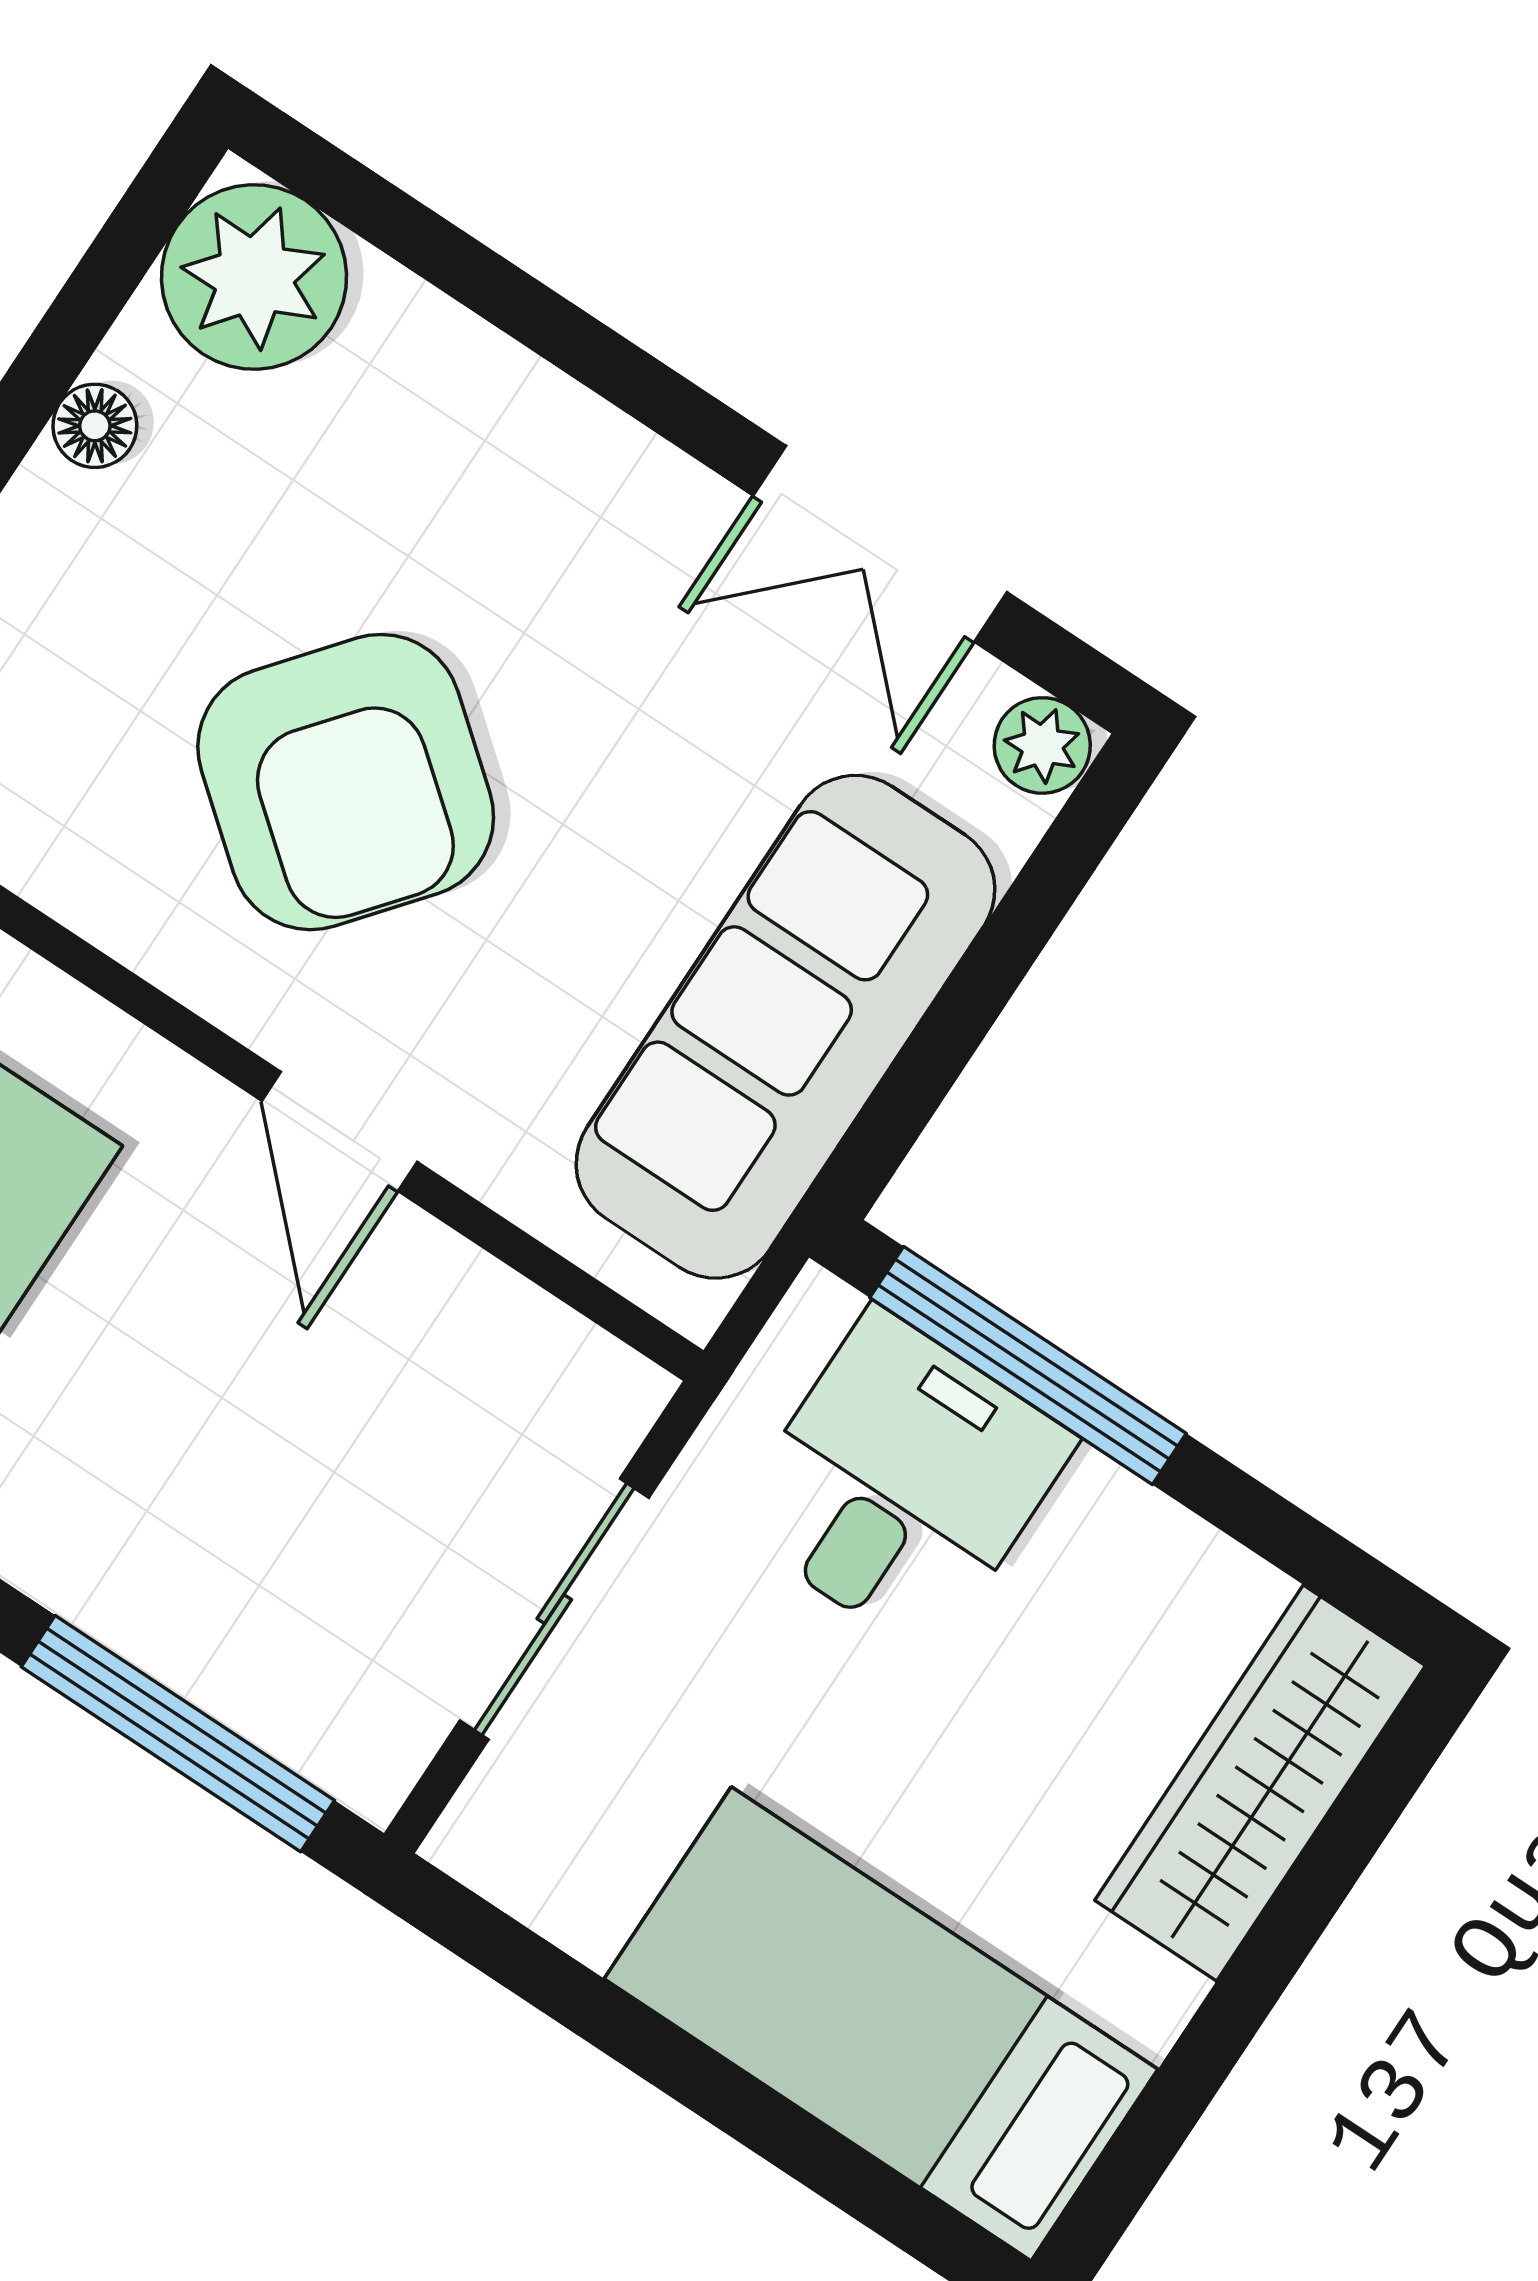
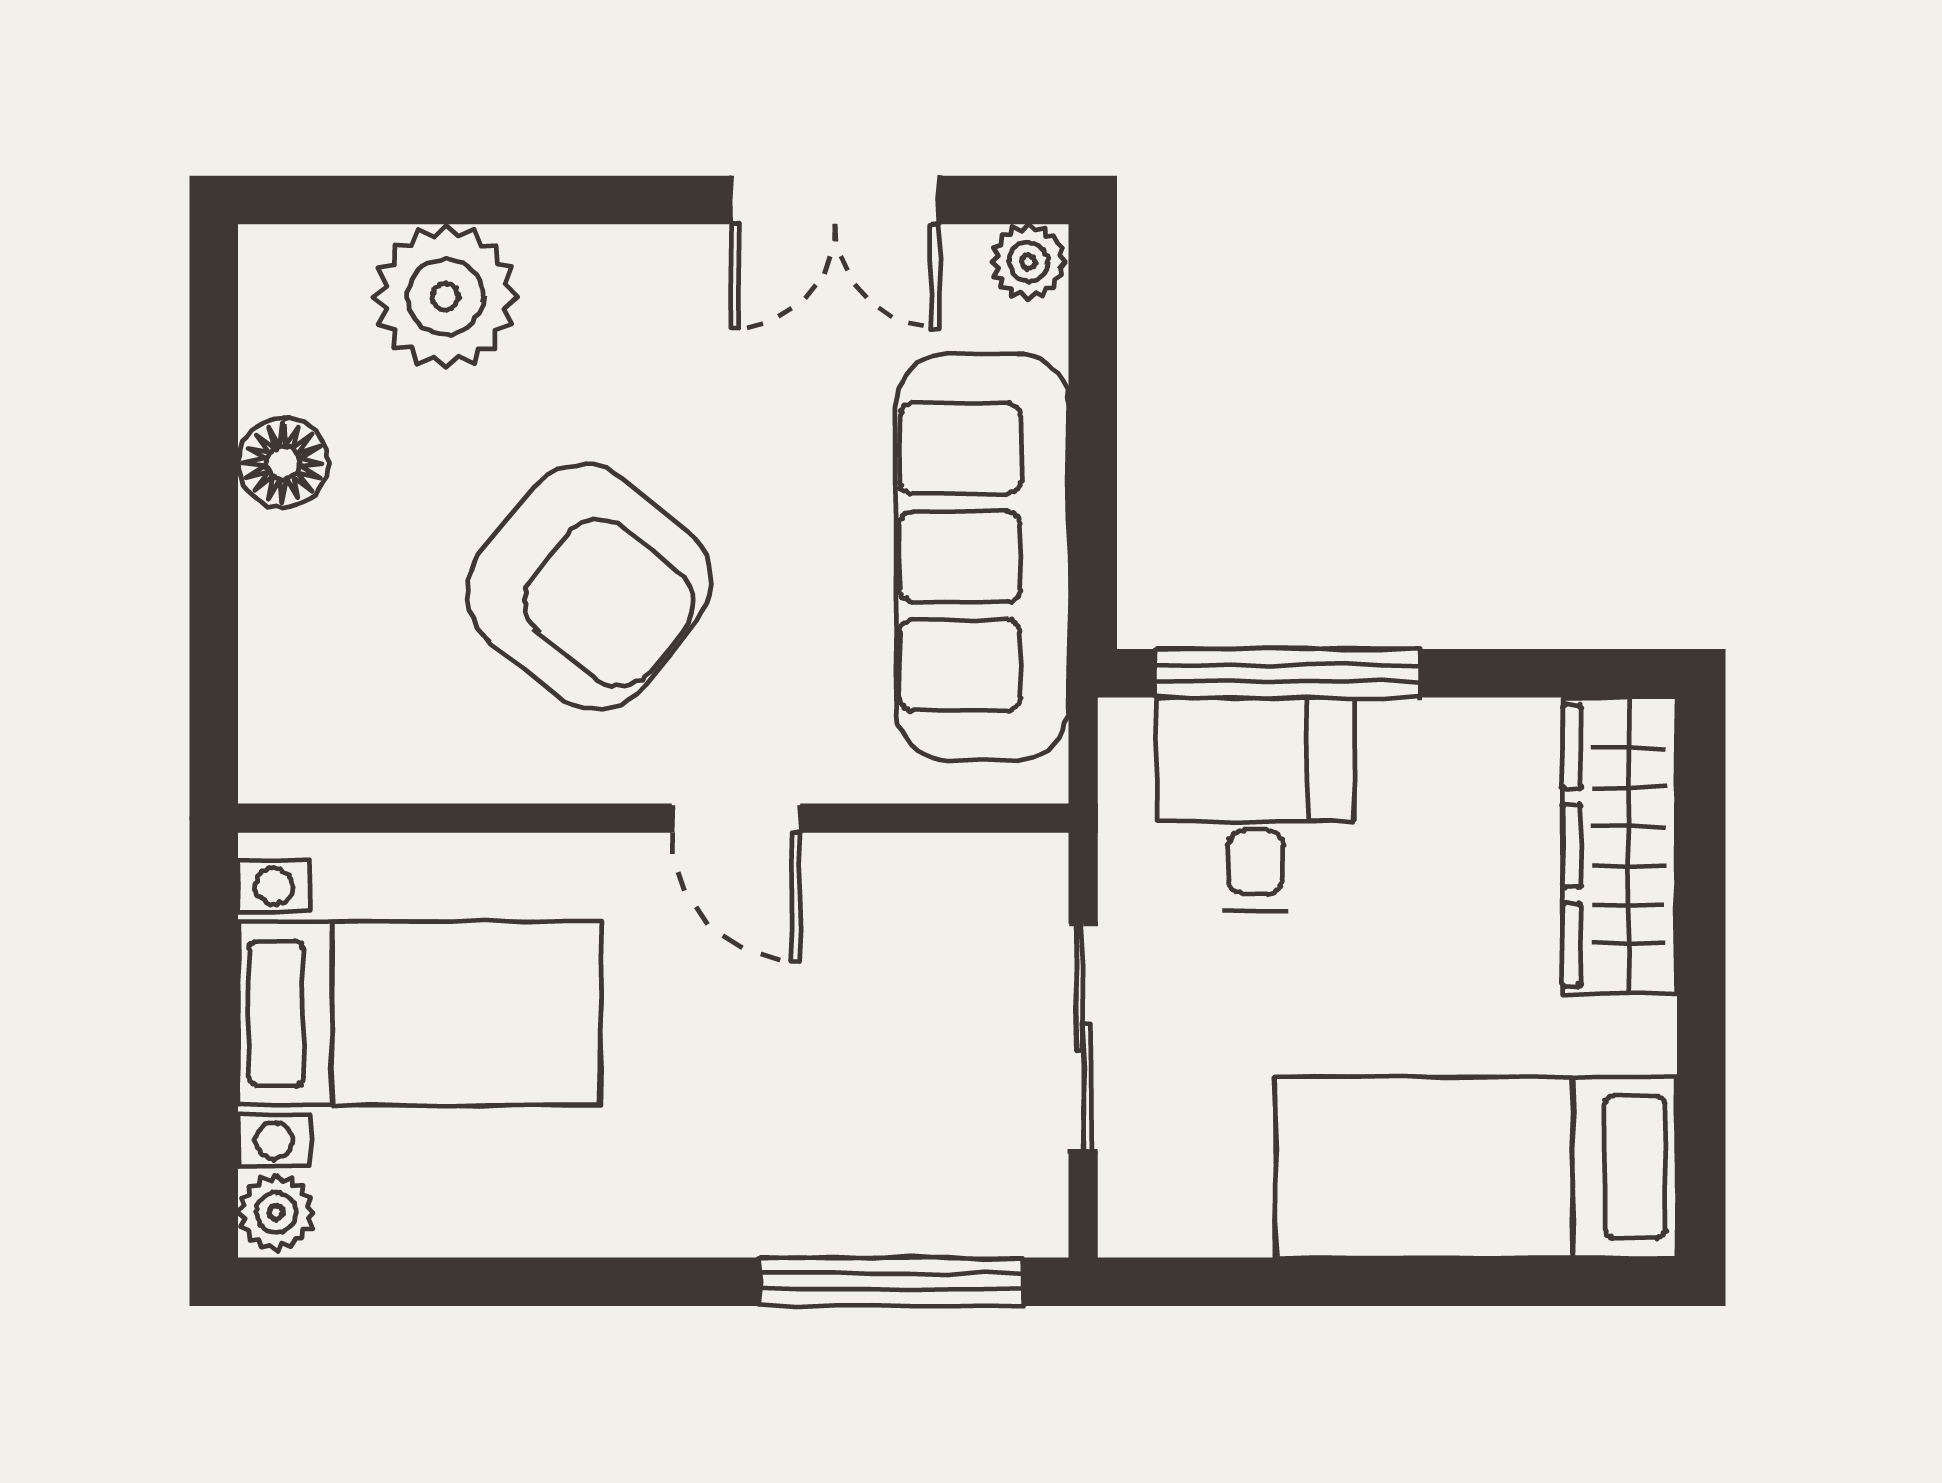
plant: (254, 277) -> (445, 297), moved
floor lamp: (95, 426) -> (283, 463), width x1.37, depth x1.37

